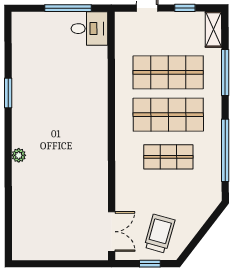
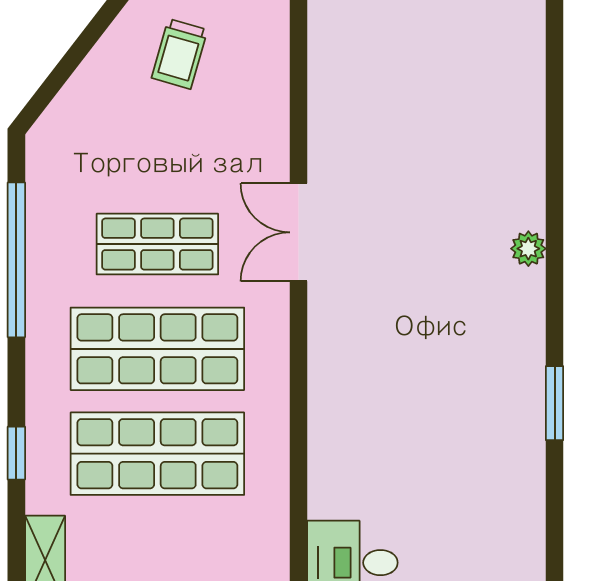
window: (225, 73) -> (16, 453), width x0.46
double door: (112, 232) -> (298, 232), moved
trolley: (160, 234) -> (180, 54), width x0.73, depth x0.72

